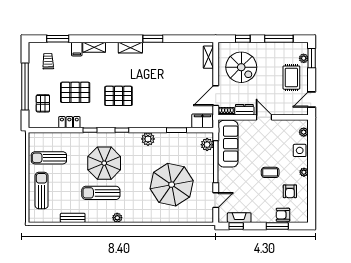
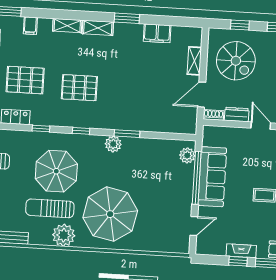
shelving: (94, 47) -> (67, 26), moved
shelving: (208, 57) -> (194, 61), moved
filing cabinet: (202, 121) -> (157, 33), moved, turned 180
window: (177, 130) -> (127, 134), moved
sofa: (228, 144) -> (212, 177), moved
parasol: (172, 185) -> (110, 214), moved
plant: (117, 218) -> (64, 235), width x1.88, depth x1.88
fireplace: (239, 218) -> (241, 251), moved
window: (236, 226) -> (238, 261), moved

